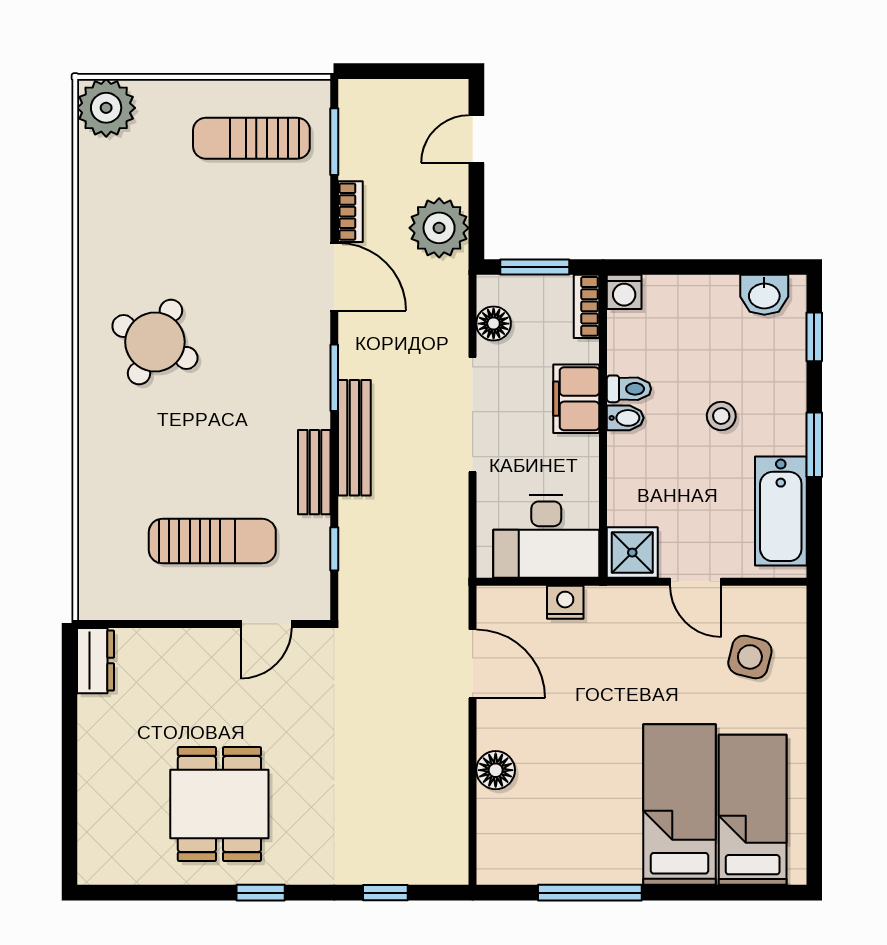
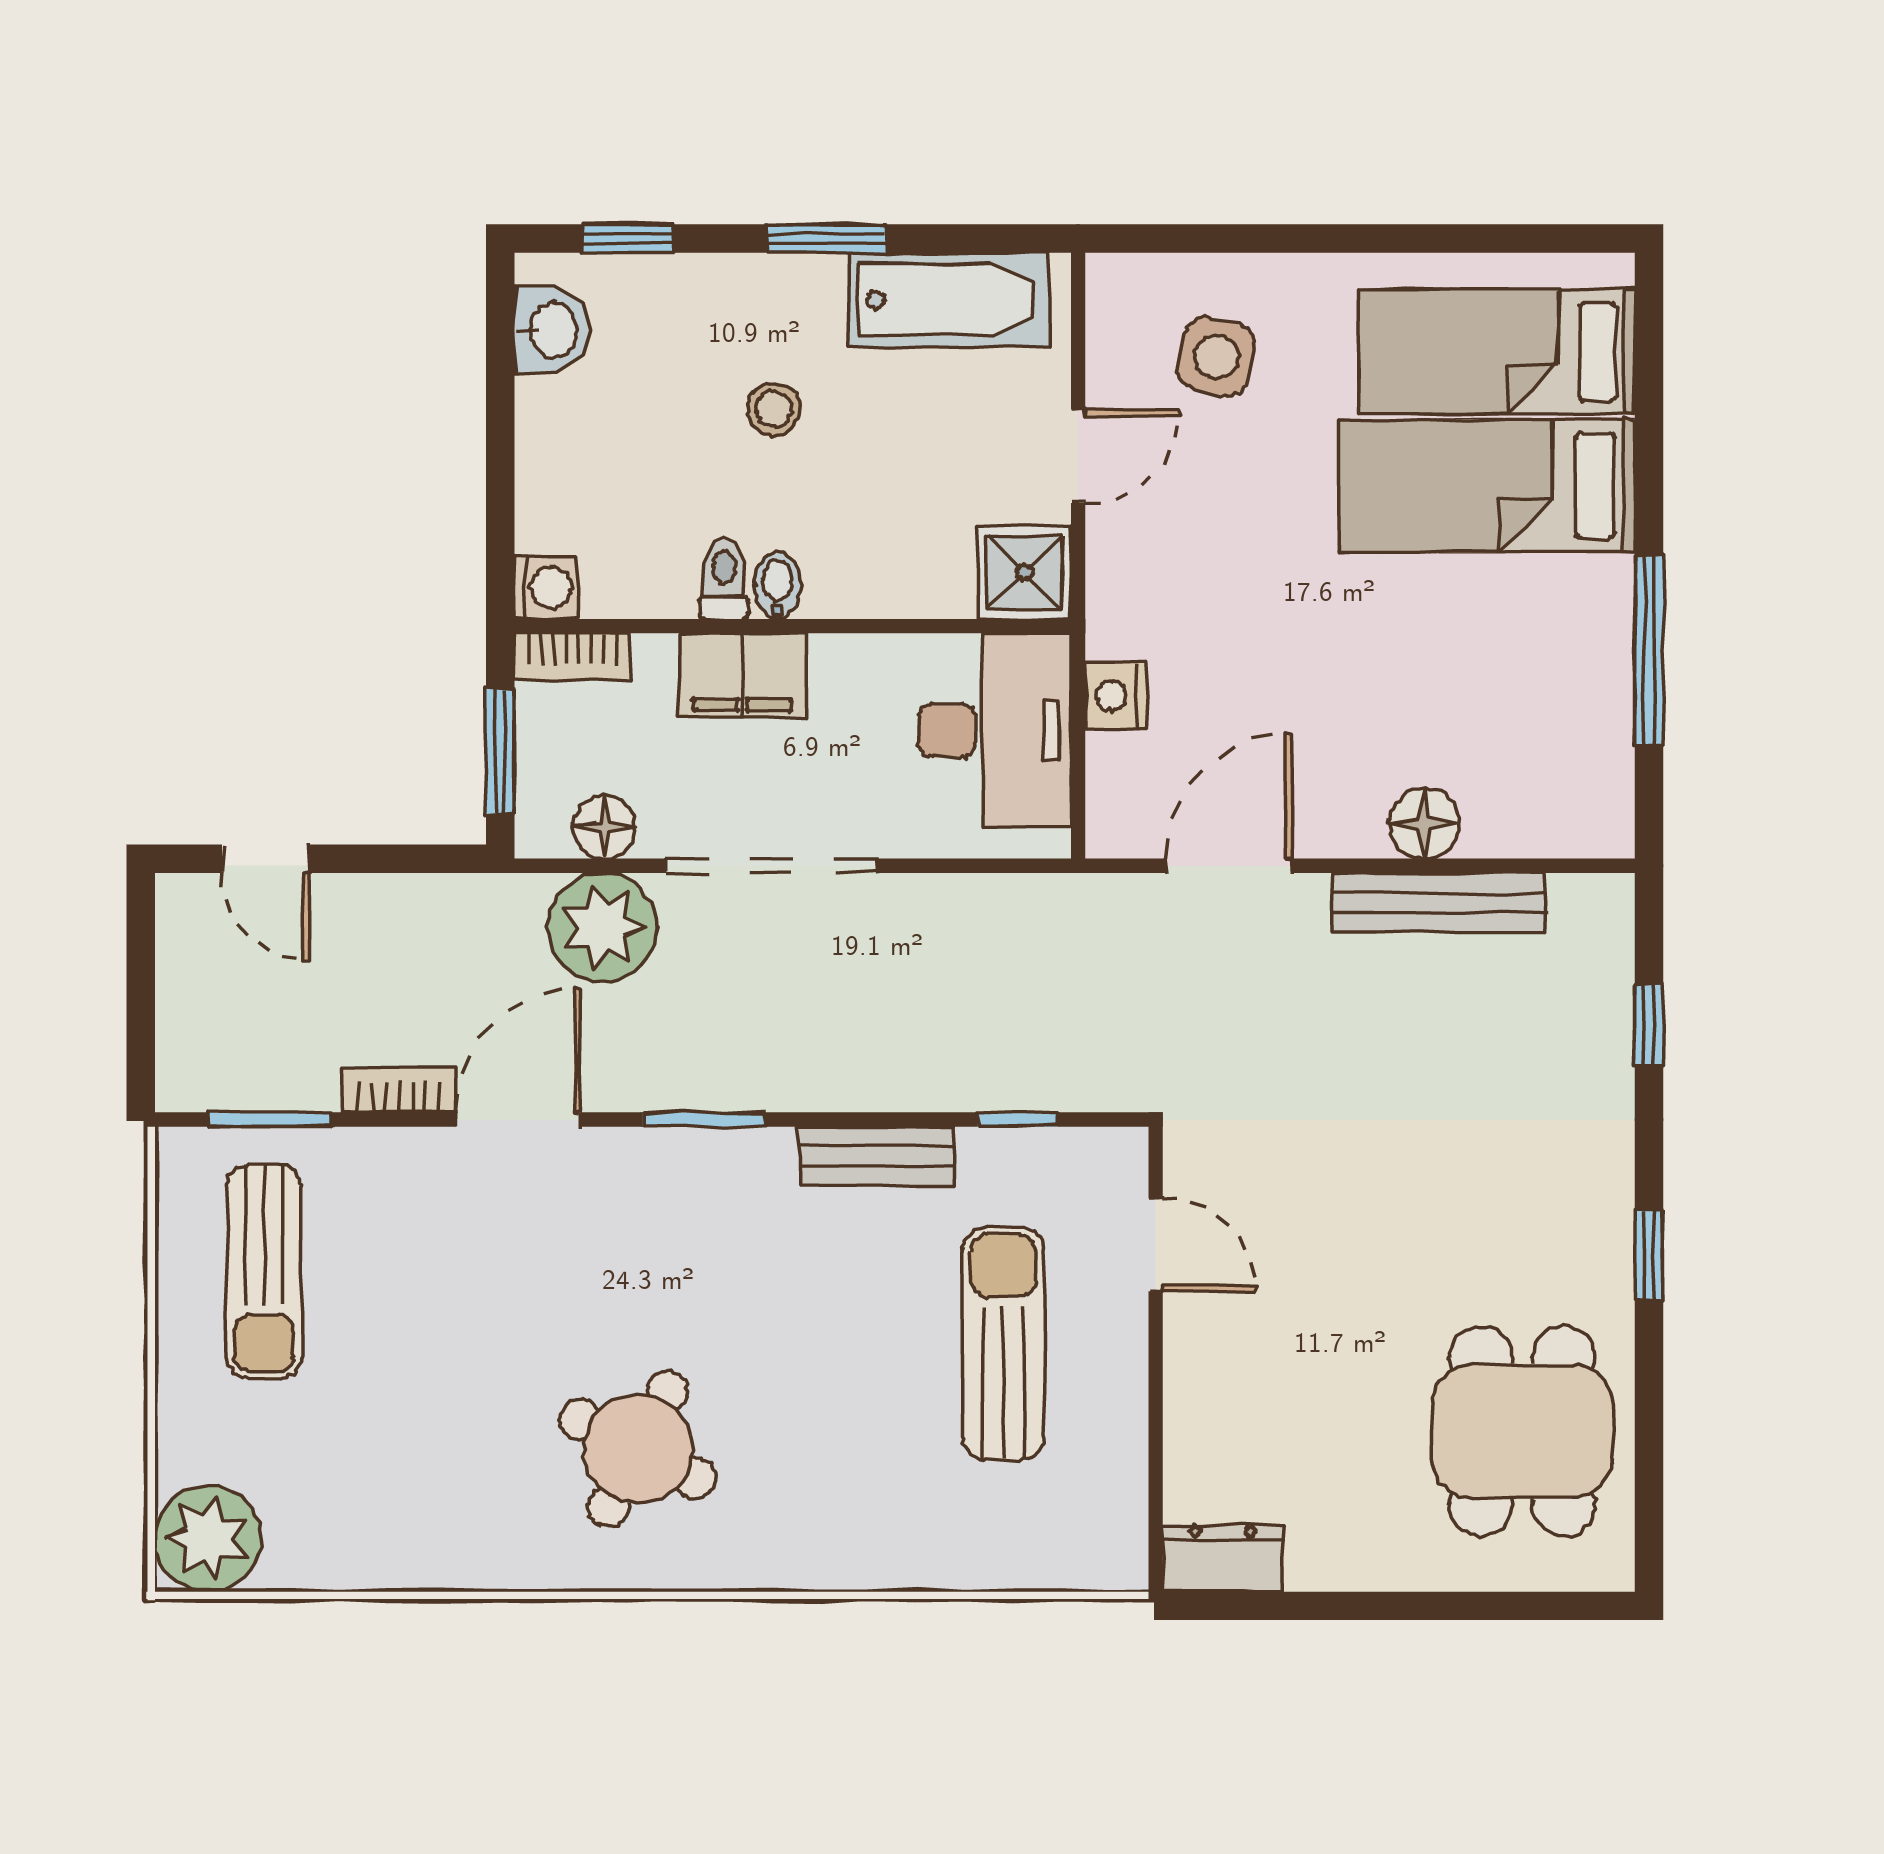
plant: (439, 228) -> (602, 927), moved
bench: (354, 438) -> (1439, 903), moved
dining table: (219, 804) -> (1522, 1431), moved, turned 90

